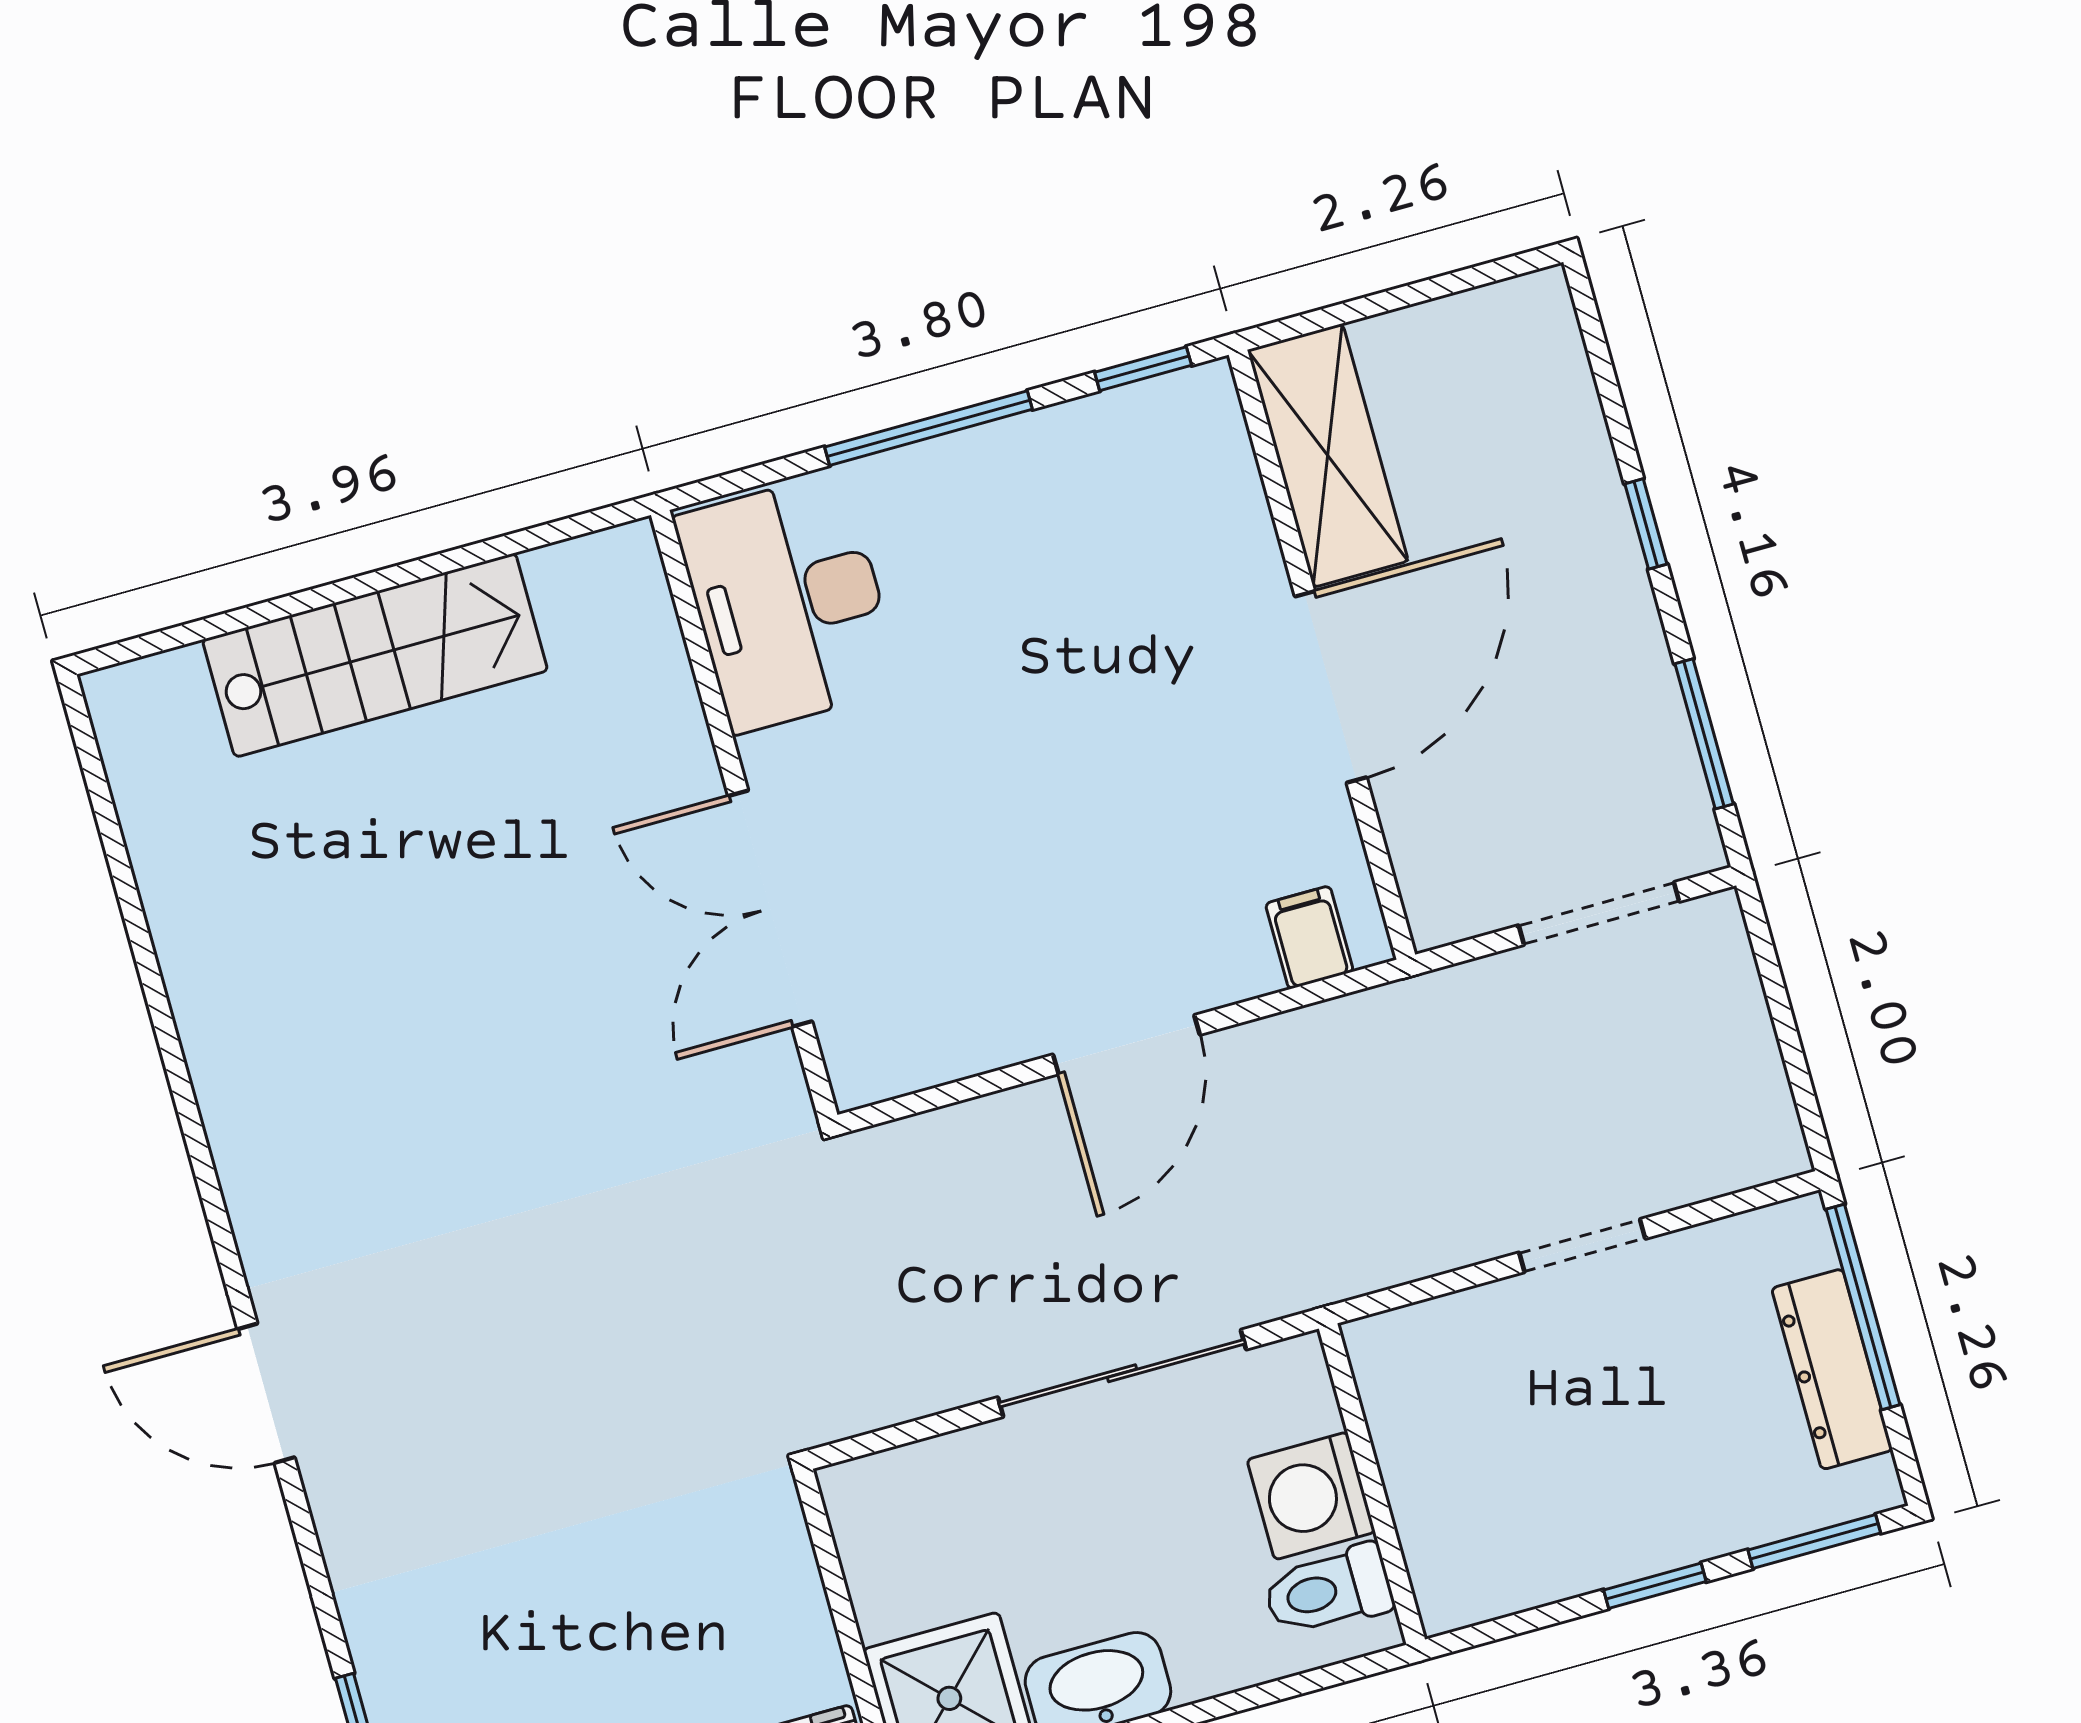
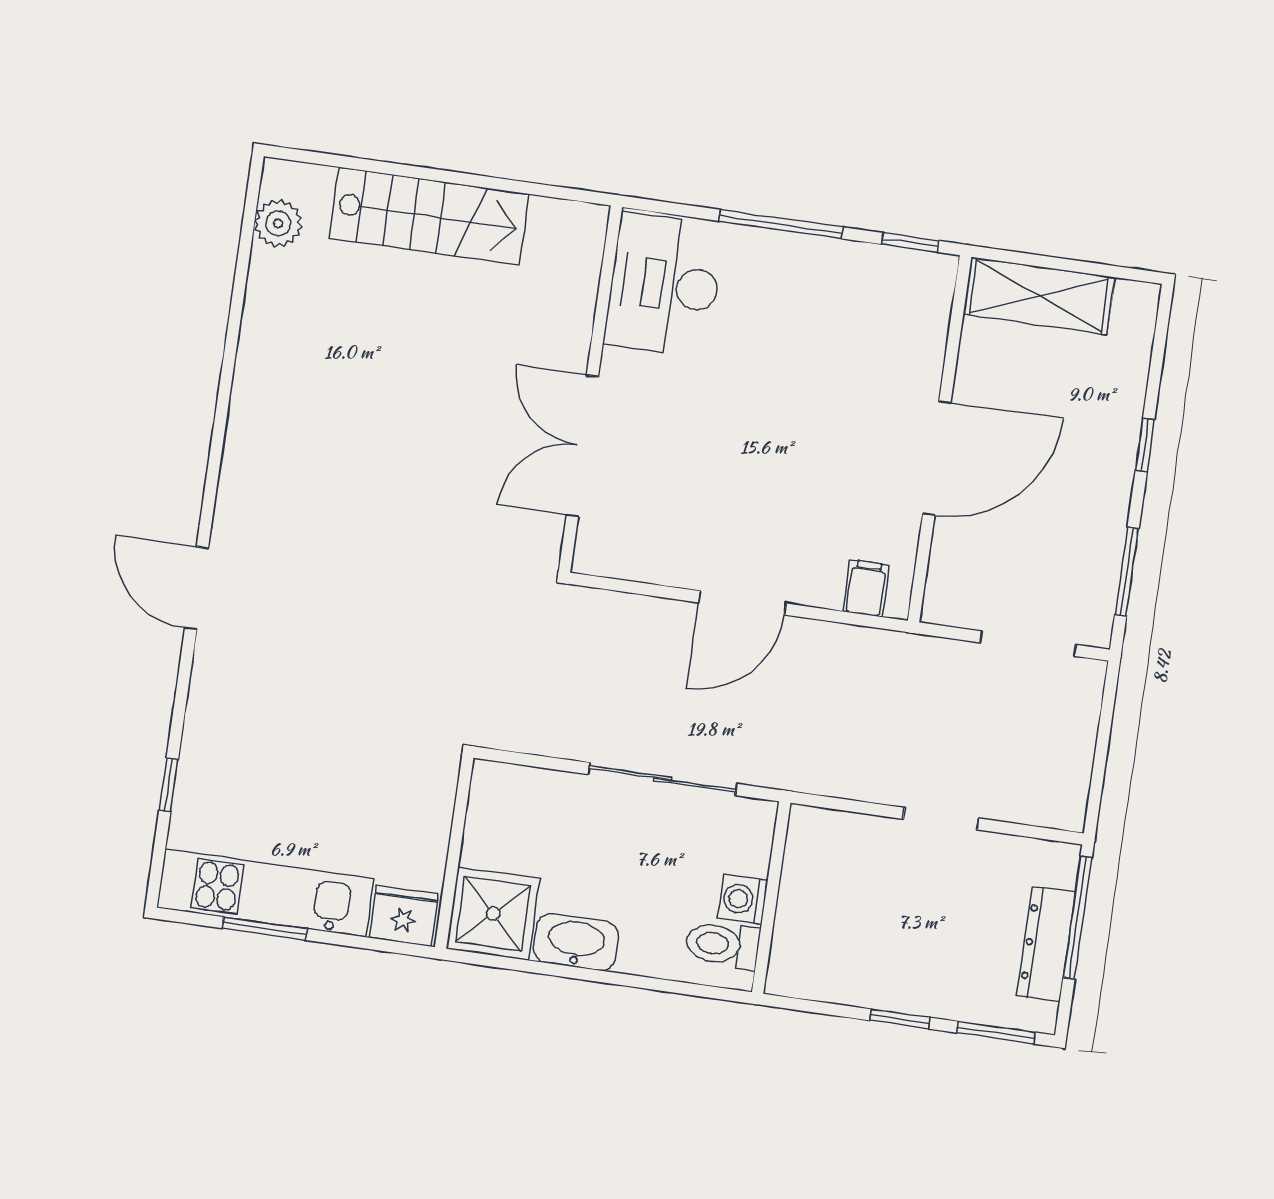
shelving: (1328, 455) -> (1039, 296), moved, turned 90
plant: (145, 769) -> (278, 223), added
washing machine: (1311, 1496) -> (743, 899), width x0.73, depth x0.73

